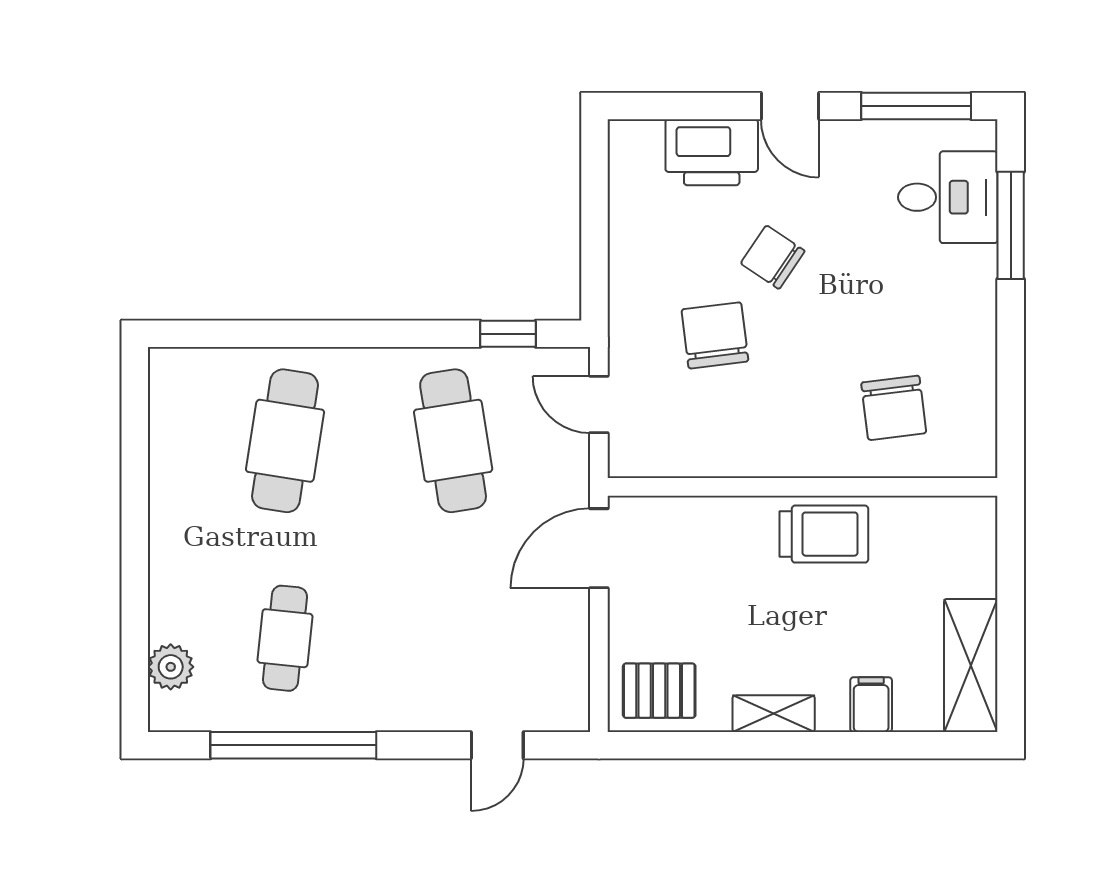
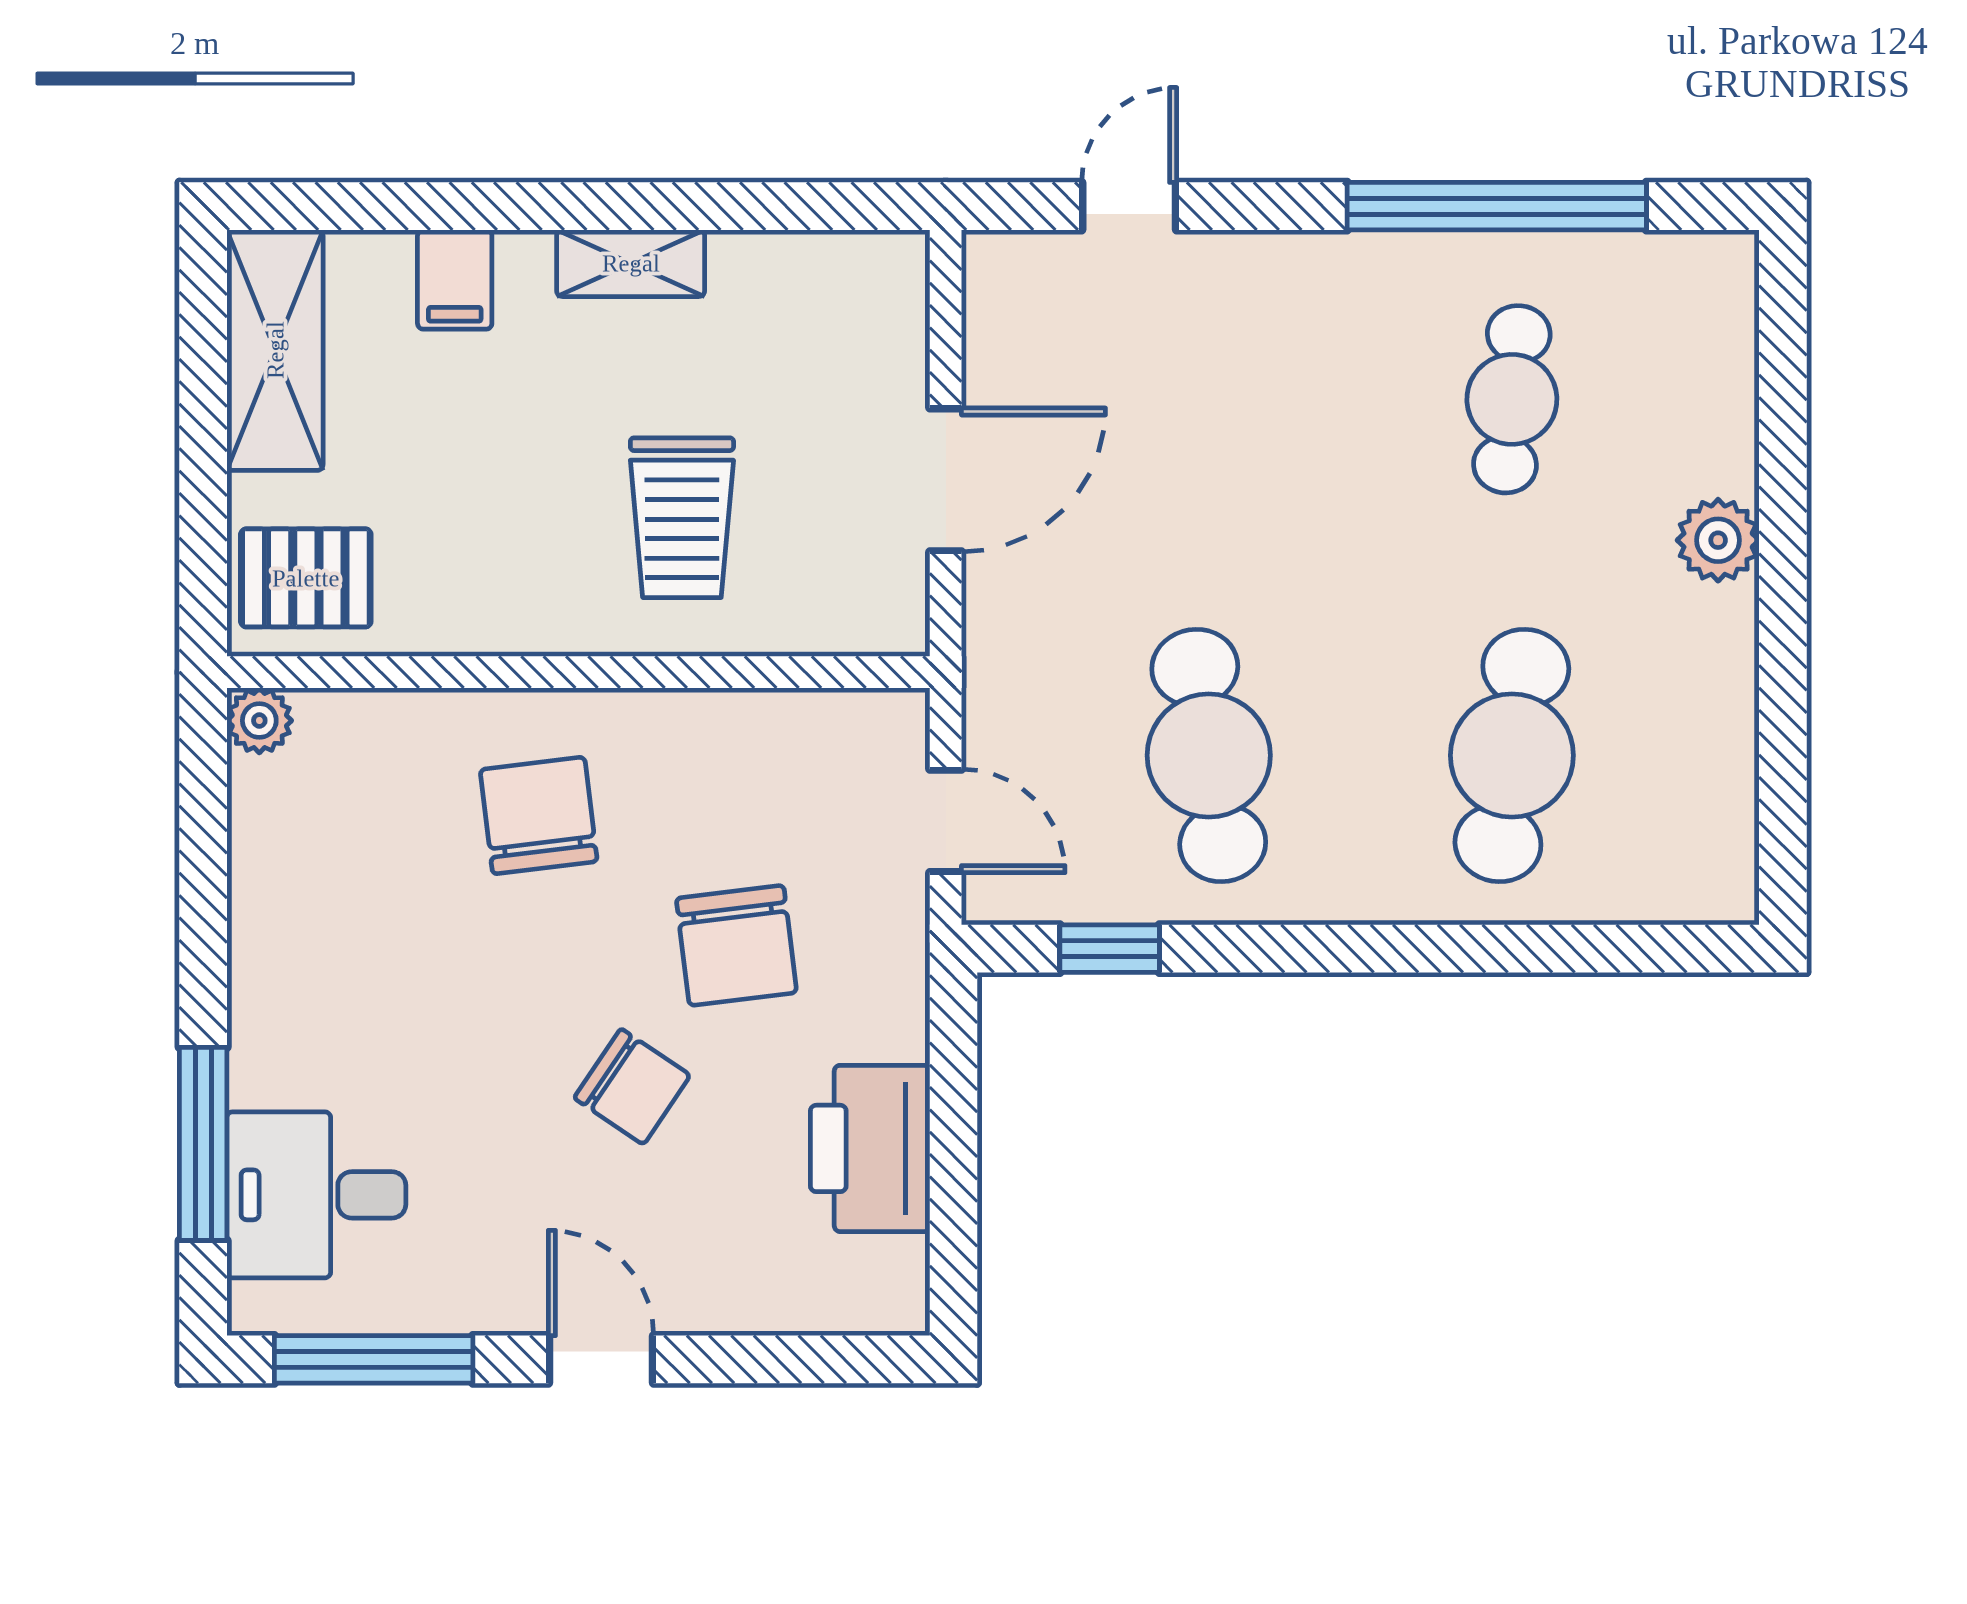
printer: (712, 152) -> (870, 1148), moved, turned -90
chair: (894, 408) -> (539, 815), moved
plant: (979, 460) -> (259, 721), added
trolley: (824, 534) -> (682, 518), moved, turned -90
door: (599, 548) -> (946, 480), moved
plant: (171, 667) -> (1718, 540), moved
pallet: (659, 691) -> (306, 578), moved

